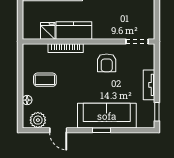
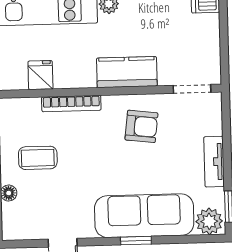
kitchen counter: (74, 30) -> (127, 72), moved
armchair: (107, 63) -> (141, 126), turned -83
plant: (38, 120) -> (209, 221), moved

